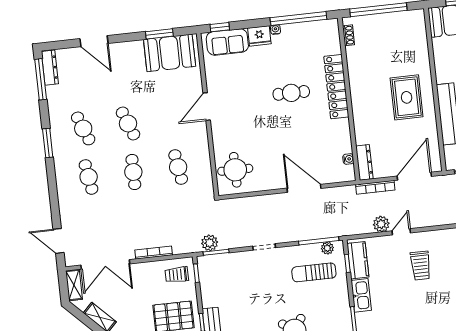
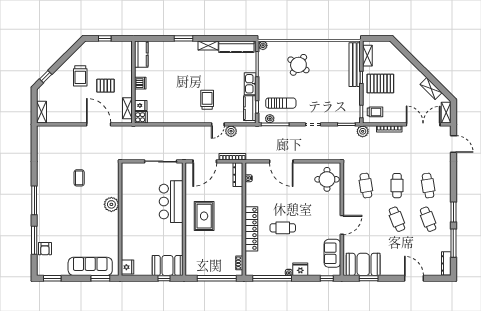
sofa: (227, 42) -> (332, 253), moved, turned -90
window: (41, 79) -> (453, 243), moved
plant: (210, 243) -> (363, 131), moved

